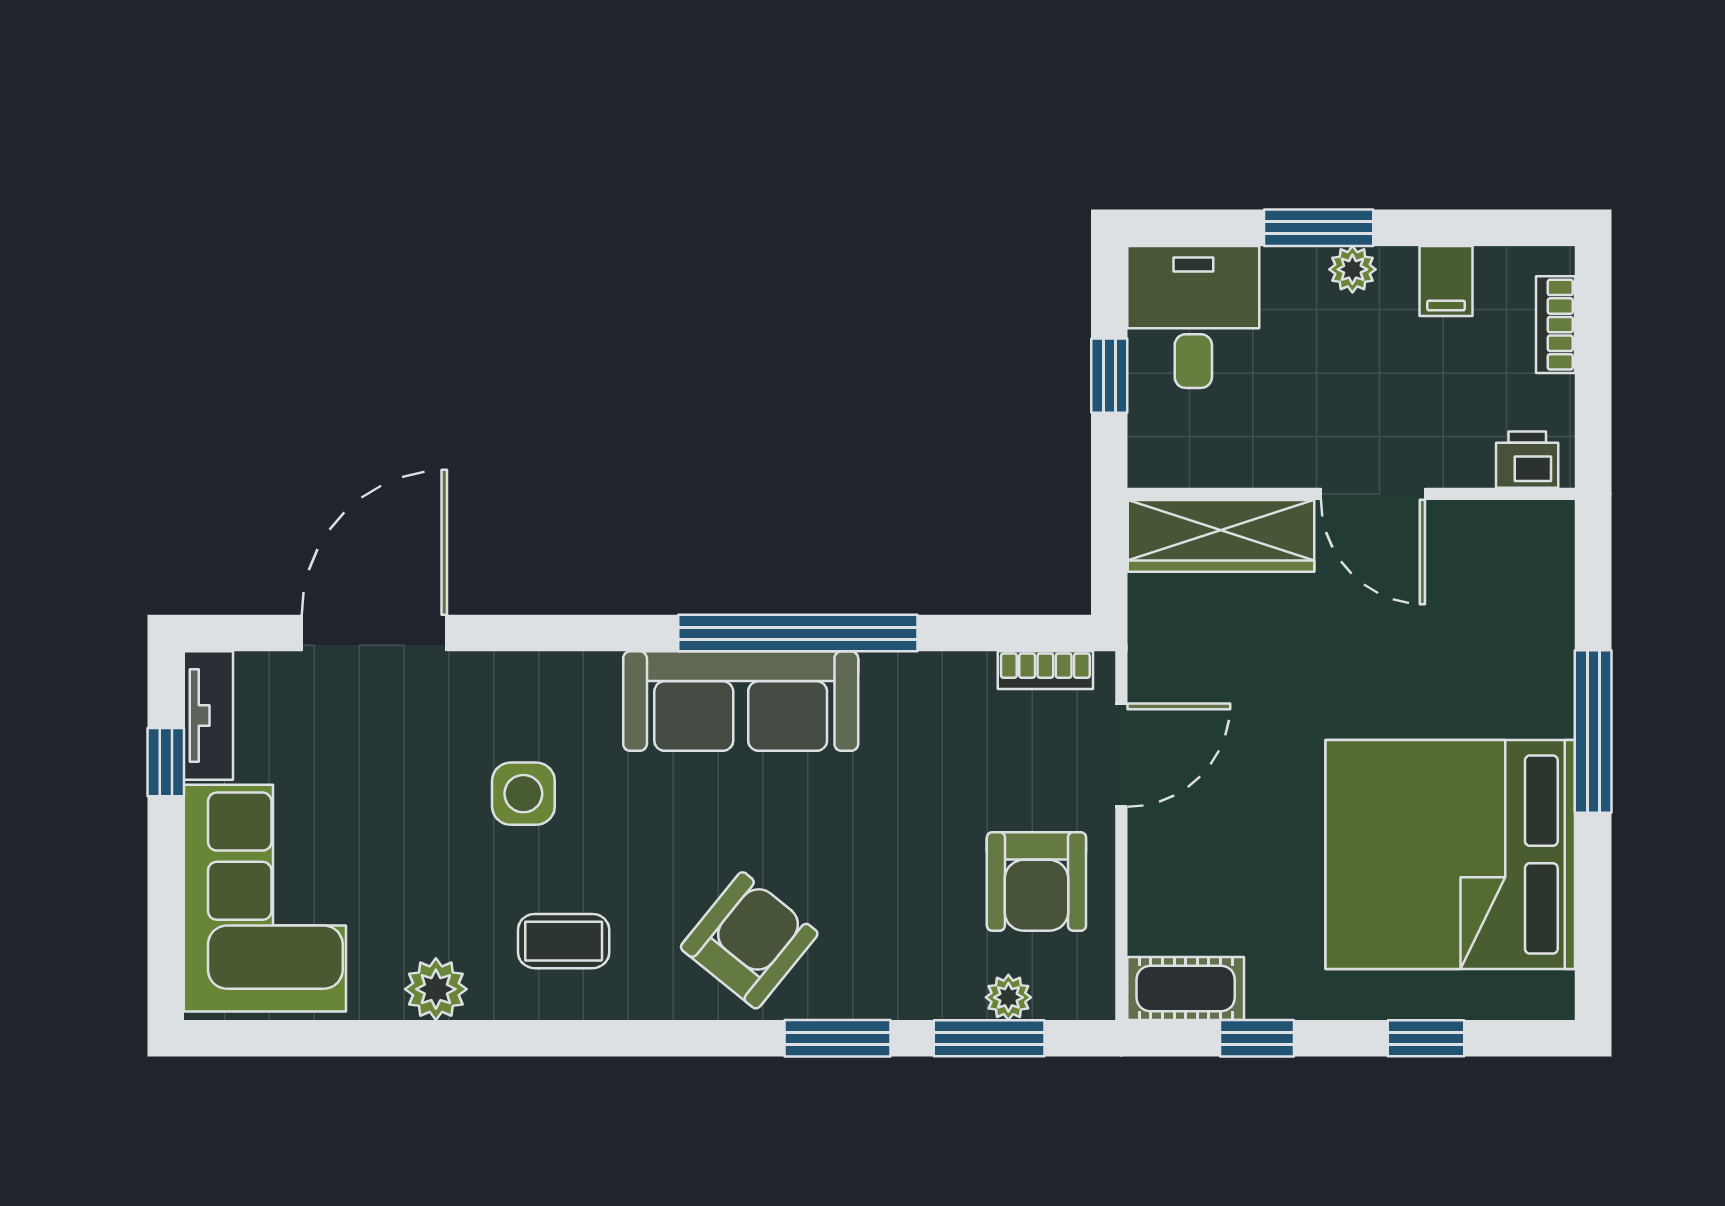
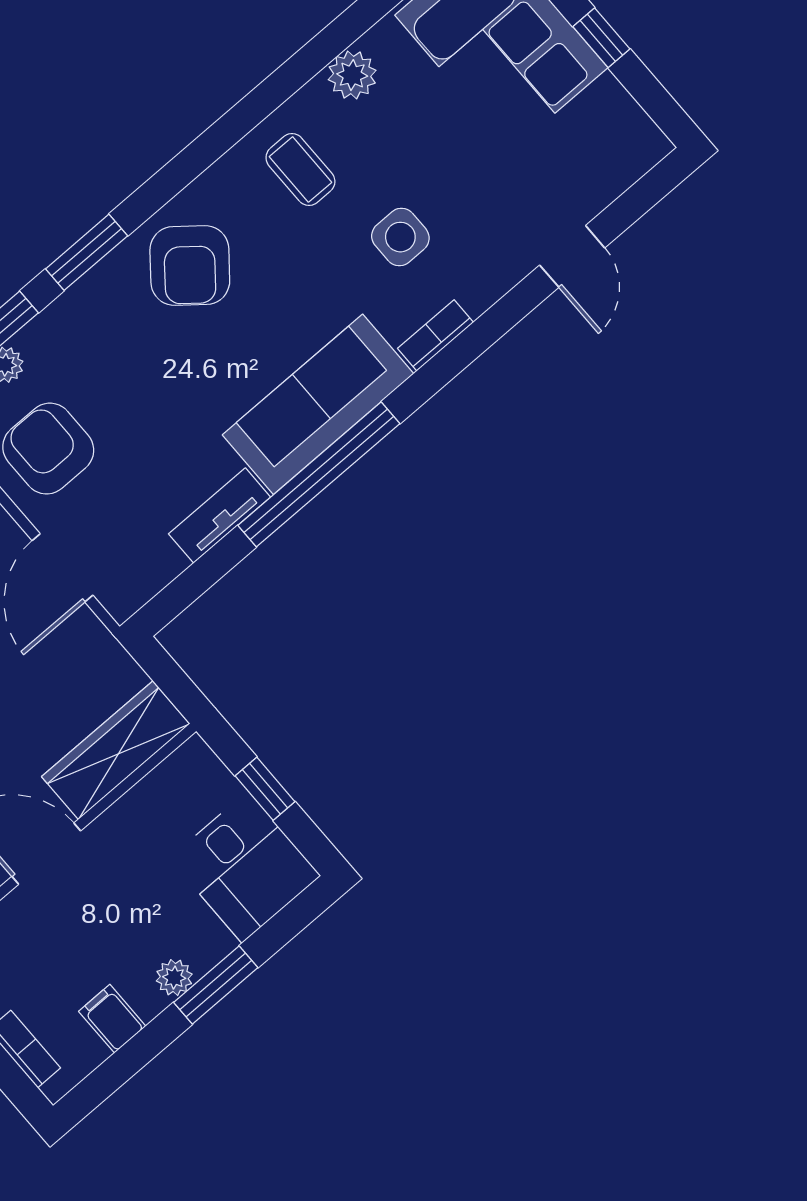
door: (374, 633) -> (572, 256), width x0.53
bookcase: (1045, 670) -> (436, 335), moved
tv unit: (208, 716) -> (219, 515), moved, turned 90
window: (166, 762) -> (601, 38), moved
coffee table: (564, 941) -> (300, 170), turned 90

